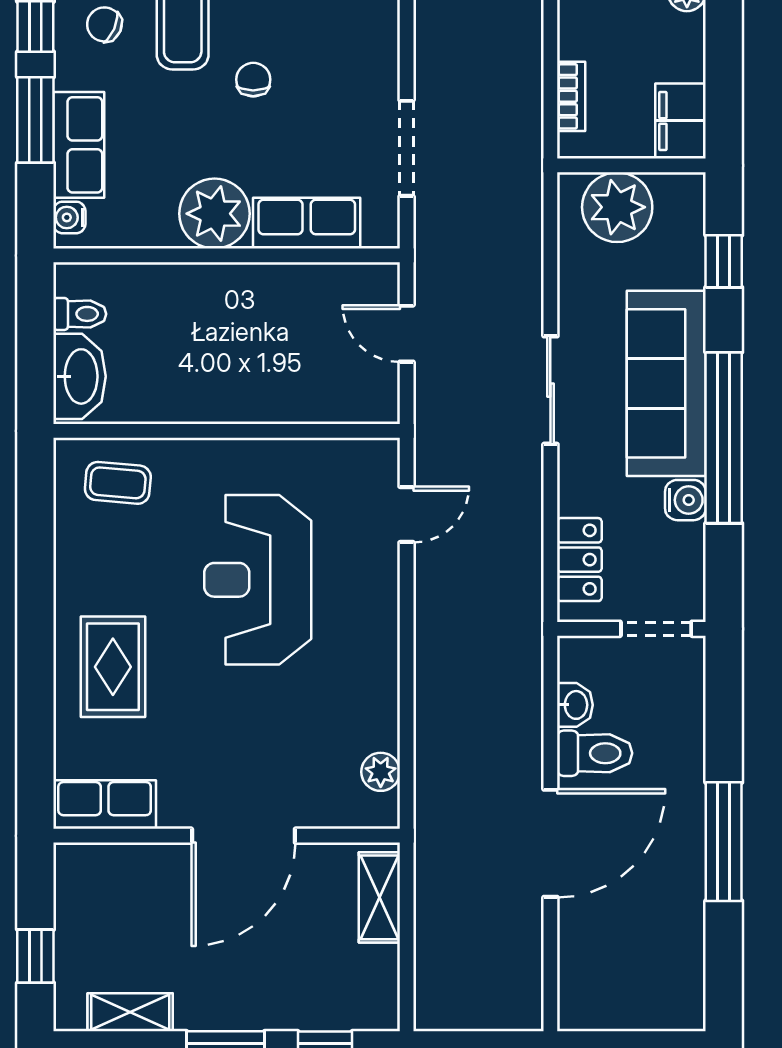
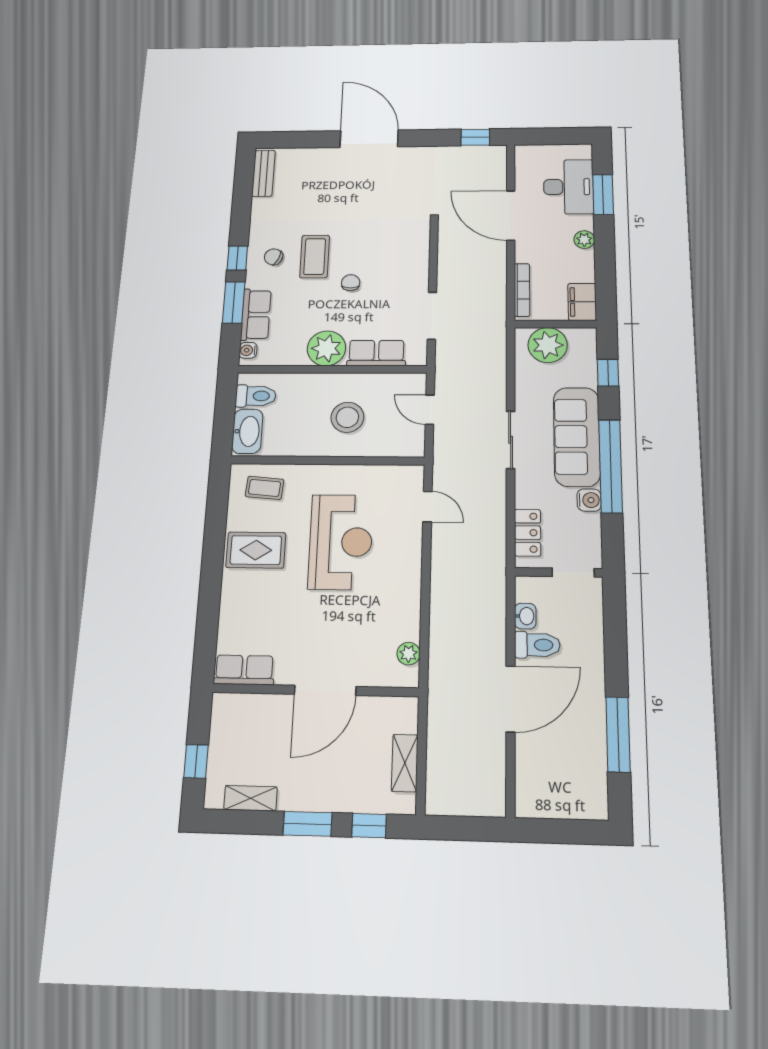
bookcase: (571, 96) -> (522, 290), width x1.56
toilet: (80, 314) -> (256, 396), width x1.37, depth x1.39
stool: (259, 349) -> (347, 417), added
door: (407, 515) -> (427, 507), hinge flipped
reception desk: (258, 580) -> (341, 542), turned 180
rug: (113, 667) -> (256, 550), moved, turned 90
window: (724, 842) -> (618, 734), moved
shelving: (379, 897) -> (405, 763), moved

